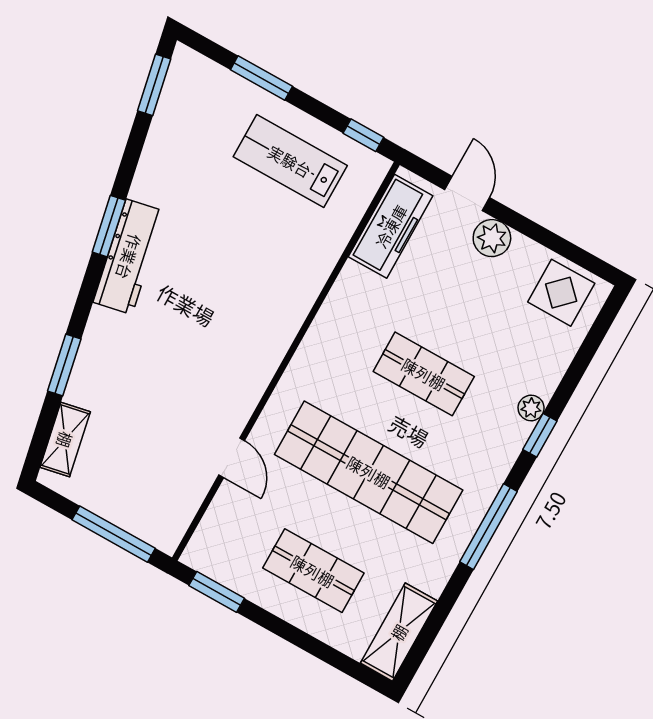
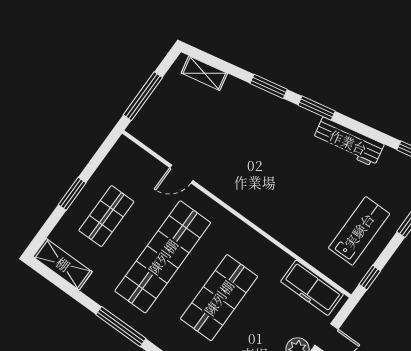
window: (109, 226) -> (317, 108), moved
workbench: (129, 257) -> (348, 142), moved
window: (64, 365) -> (269, 86), moved
shop shelf: (424, 374) -> (219, 298), width x1.43, depth x1.36
window: (217, 592) -> (72, 194), moved

